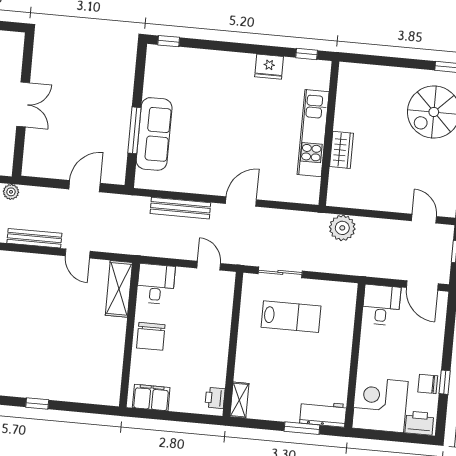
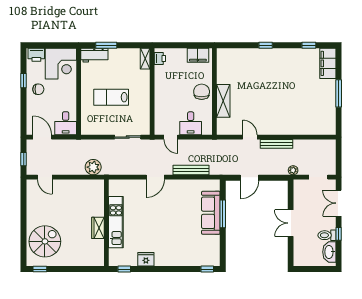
wardrobe: (341, 150) -> (98, 228), moved
desk: (156, 284) -> (191, 123), moved
shelving: (119, 289) -> (223, 101), moved
lab bench: (291, 317) -> (111, 97), moved
chair: (428, 384) -> (38, 89), moved

